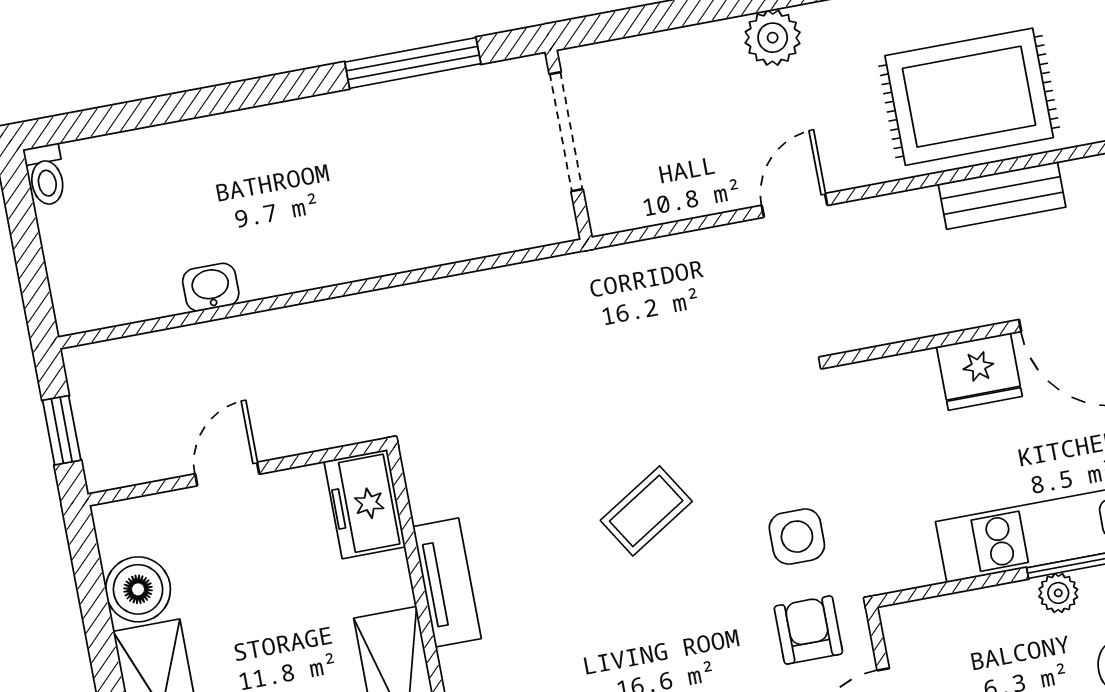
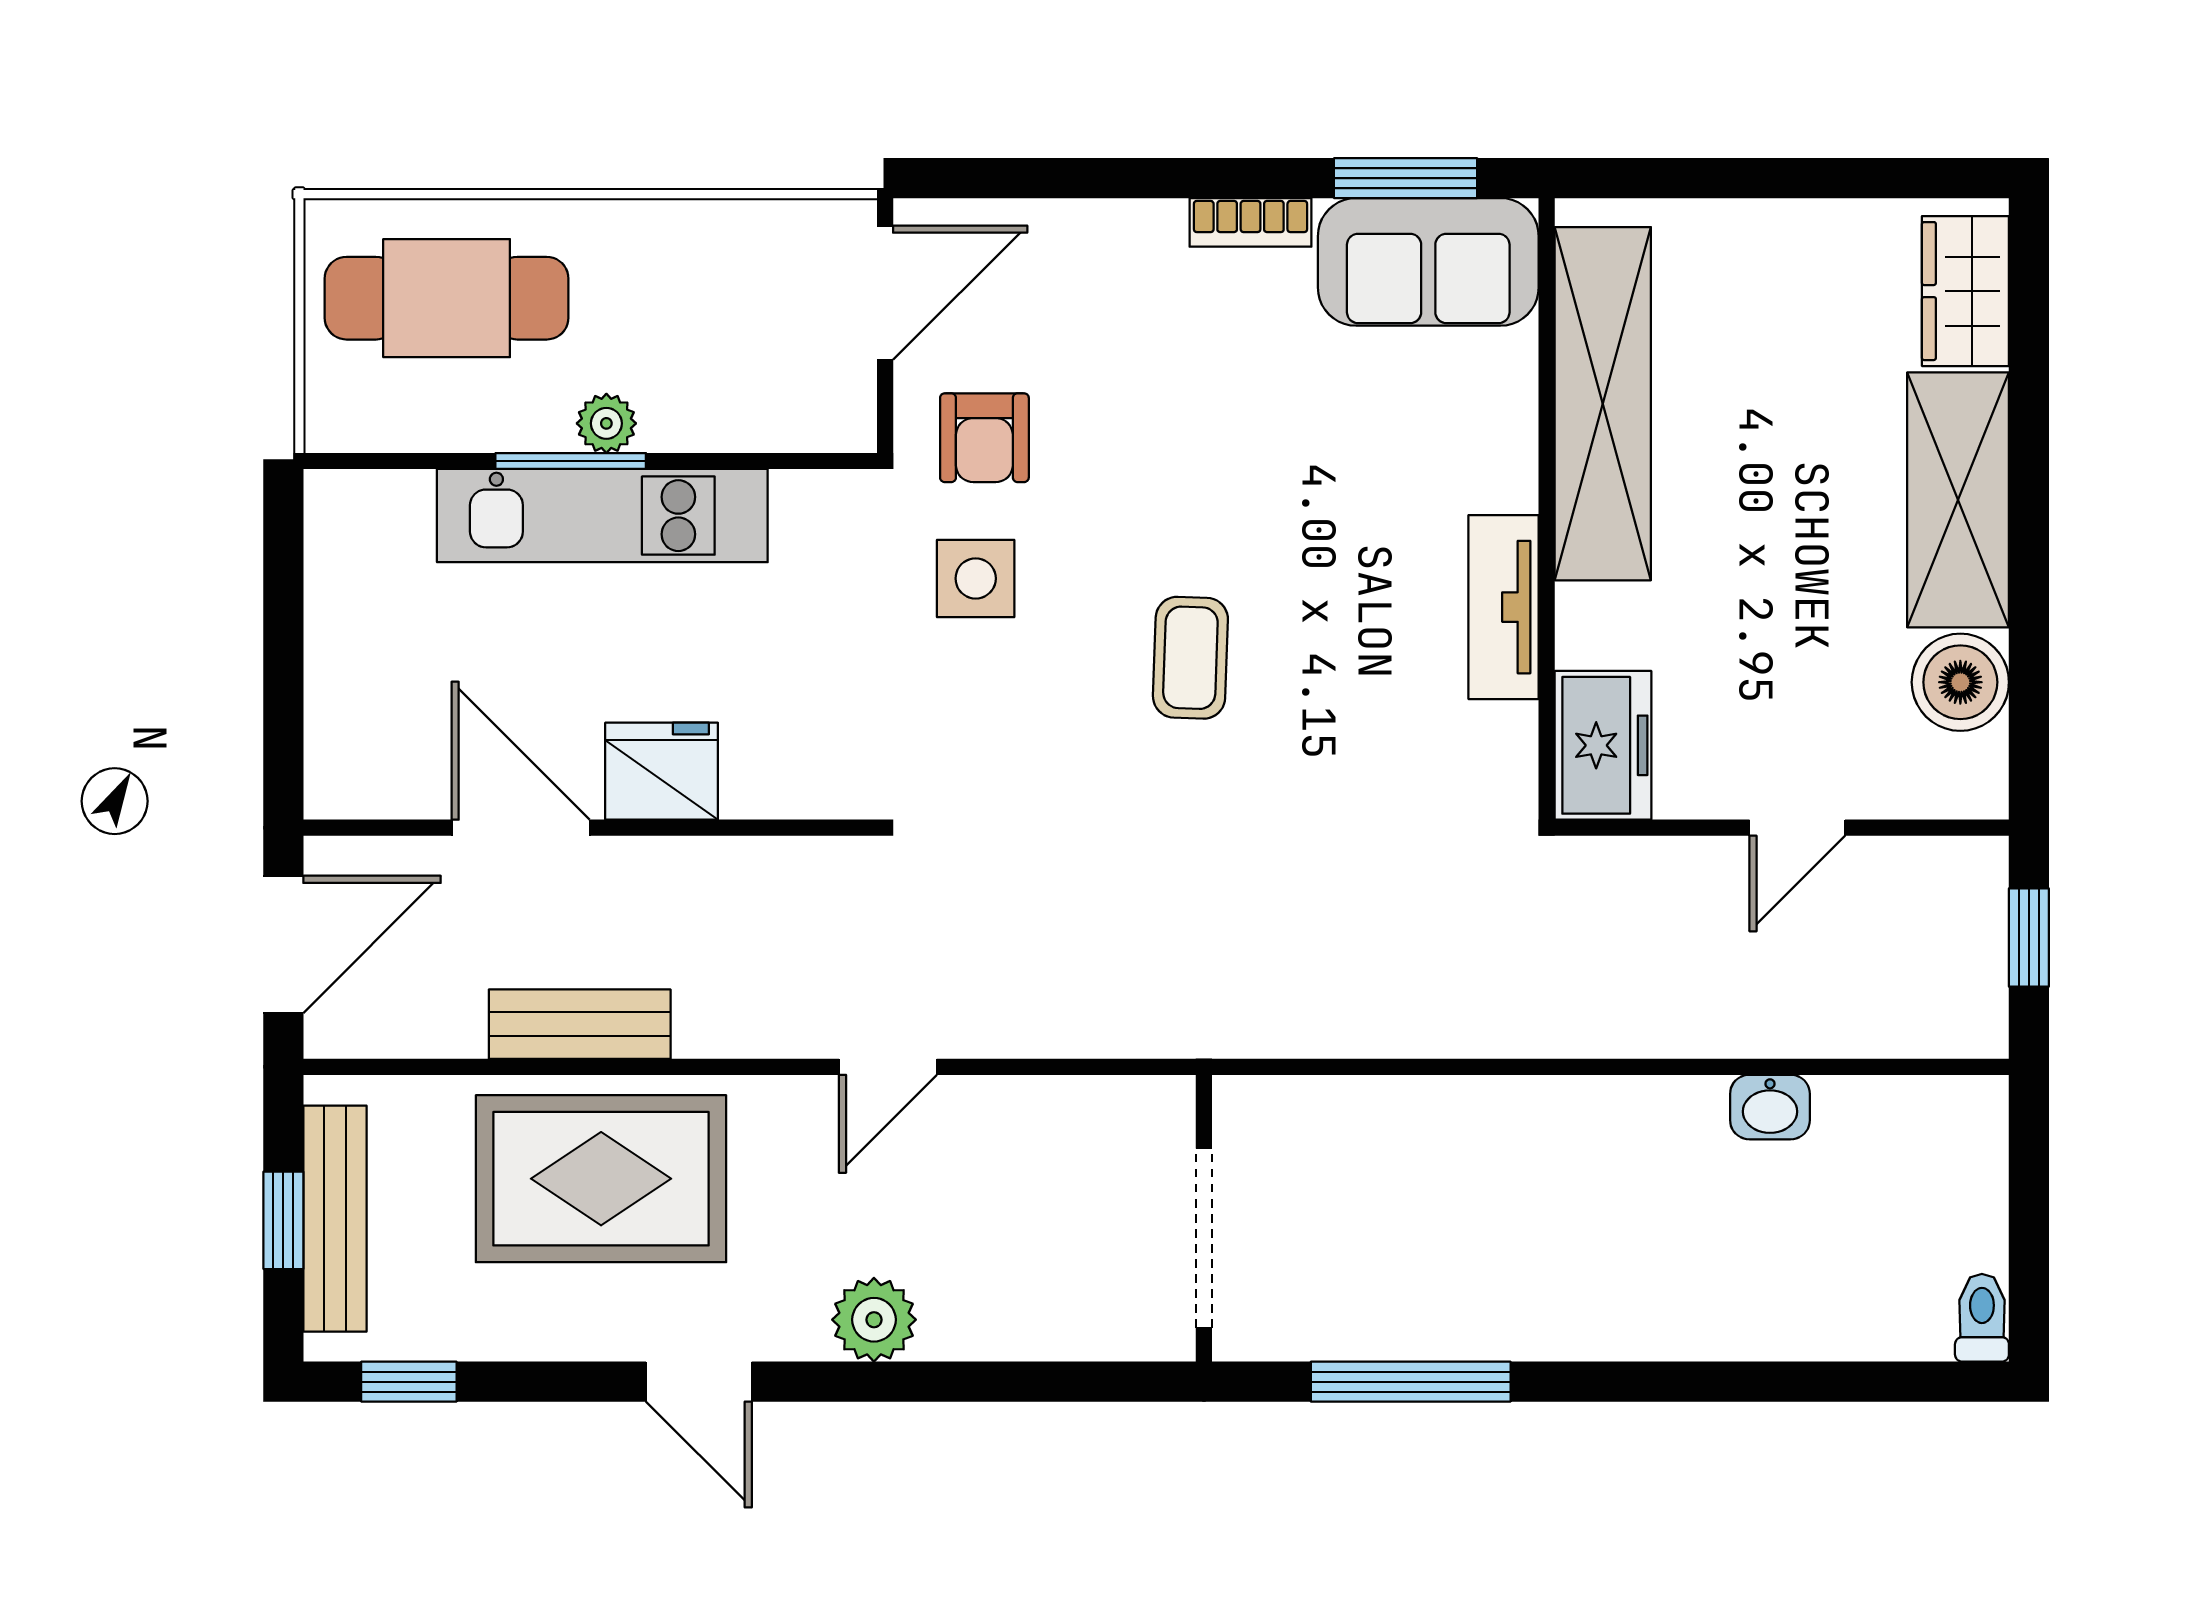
coffee table: (646, 511) -> (1190, 658), turned -56

